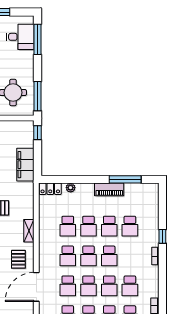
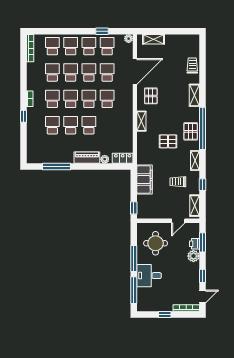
desk: (20, 37) -> (149, 276), moved
window: (38, 96) -> (134, 259), moved
piano: (109, 189) -> (87, 158), moved
school desk: (68, 226) -> (52, 99), moved

